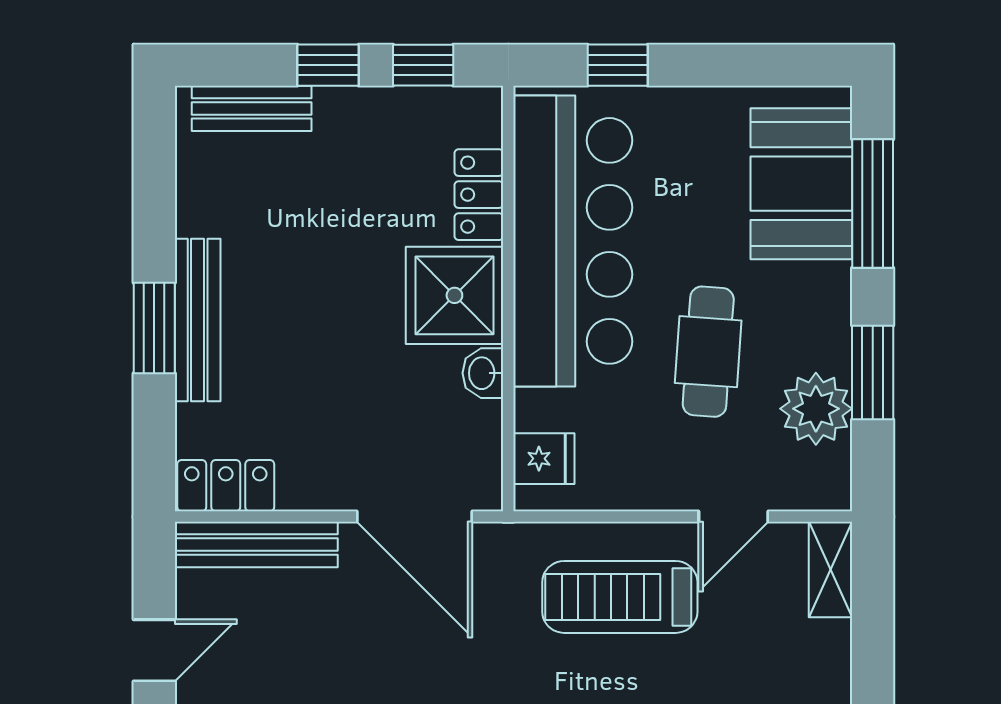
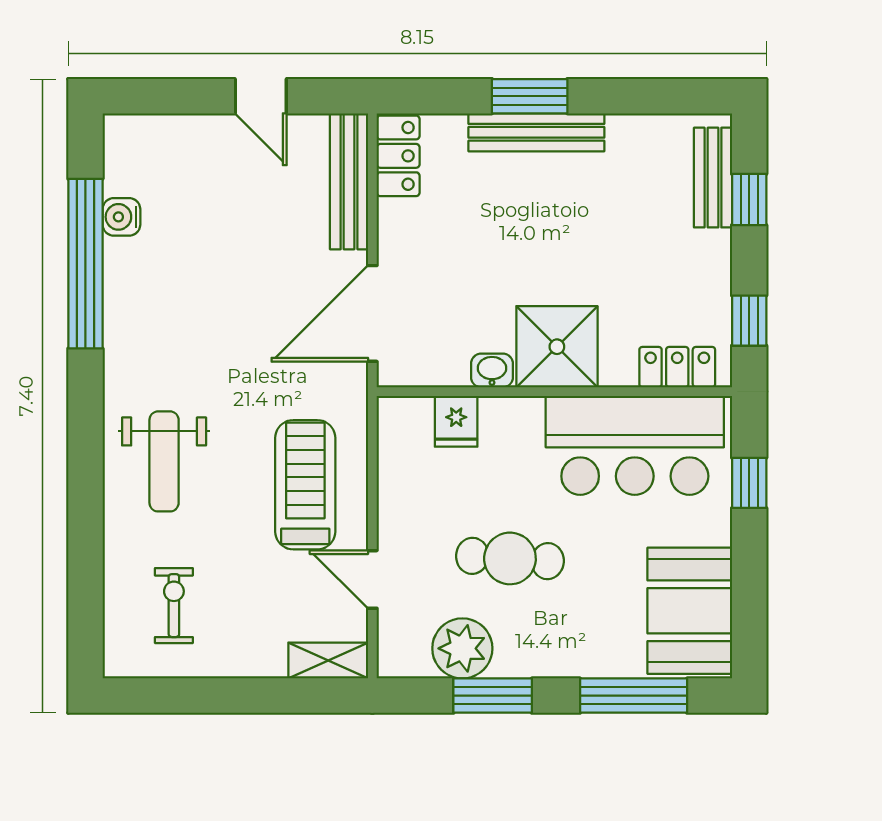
window: (328, 65) -> (749, 200), moved
booth: (801, 184) -> (690, 611), moved, turned 90
locker: (479, 195) -> (677, 367), moved
bar counter: (573, 241) -> (635, 445), width x0.73
fridge: (544, 459) -> (456, 421), moved

